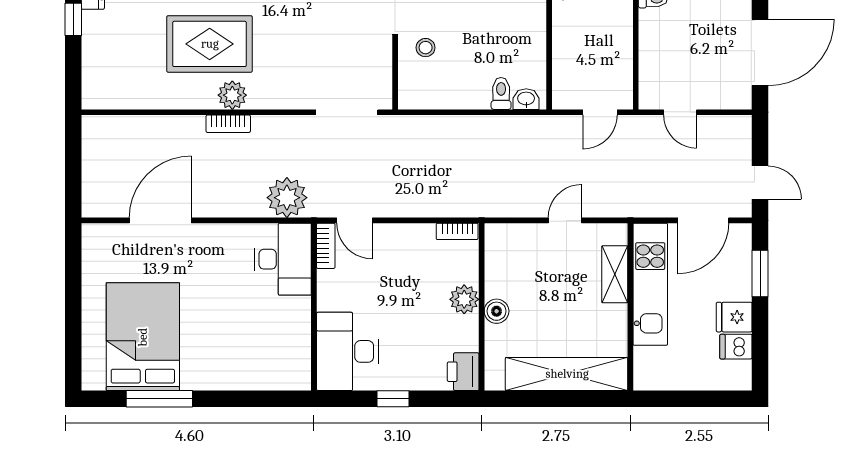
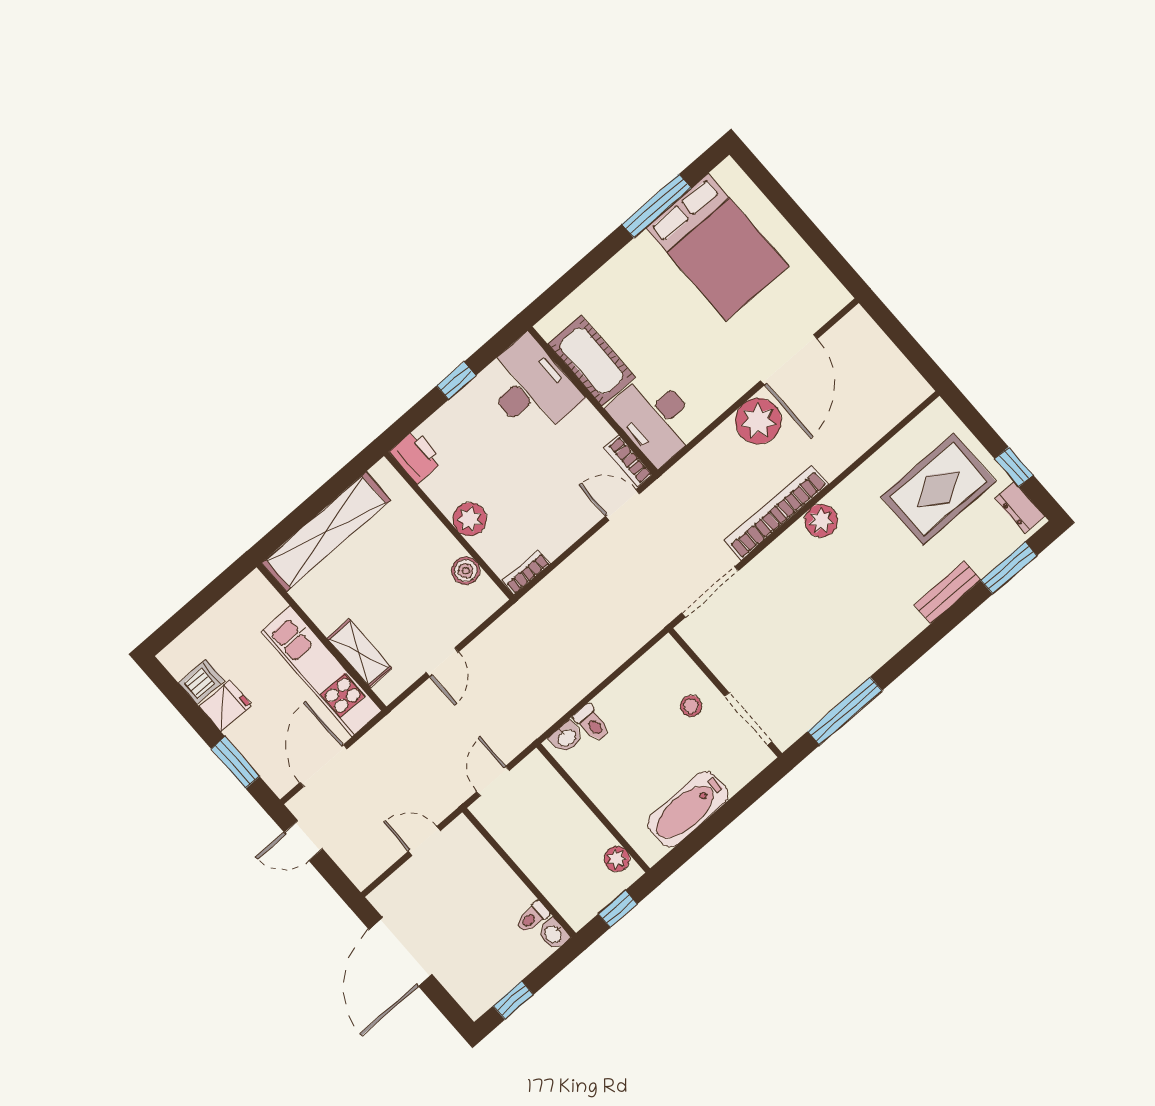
rug: (210, 44) -> (938, 489), moved
bookcase: (228, 124) -> (776, 512), width x2.31, depth x1.31
plant: (287, 198) -> (758, 421), moved
boiler: (497, 311) -> (466, 571), moved
cot: (292, 334) -> (591, 361), added

